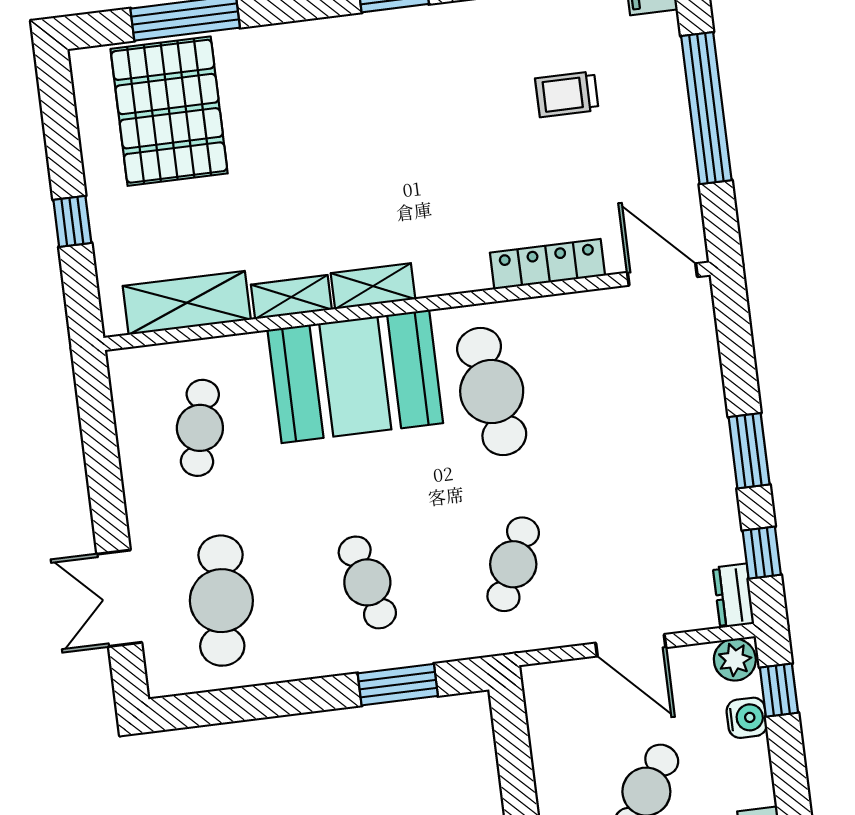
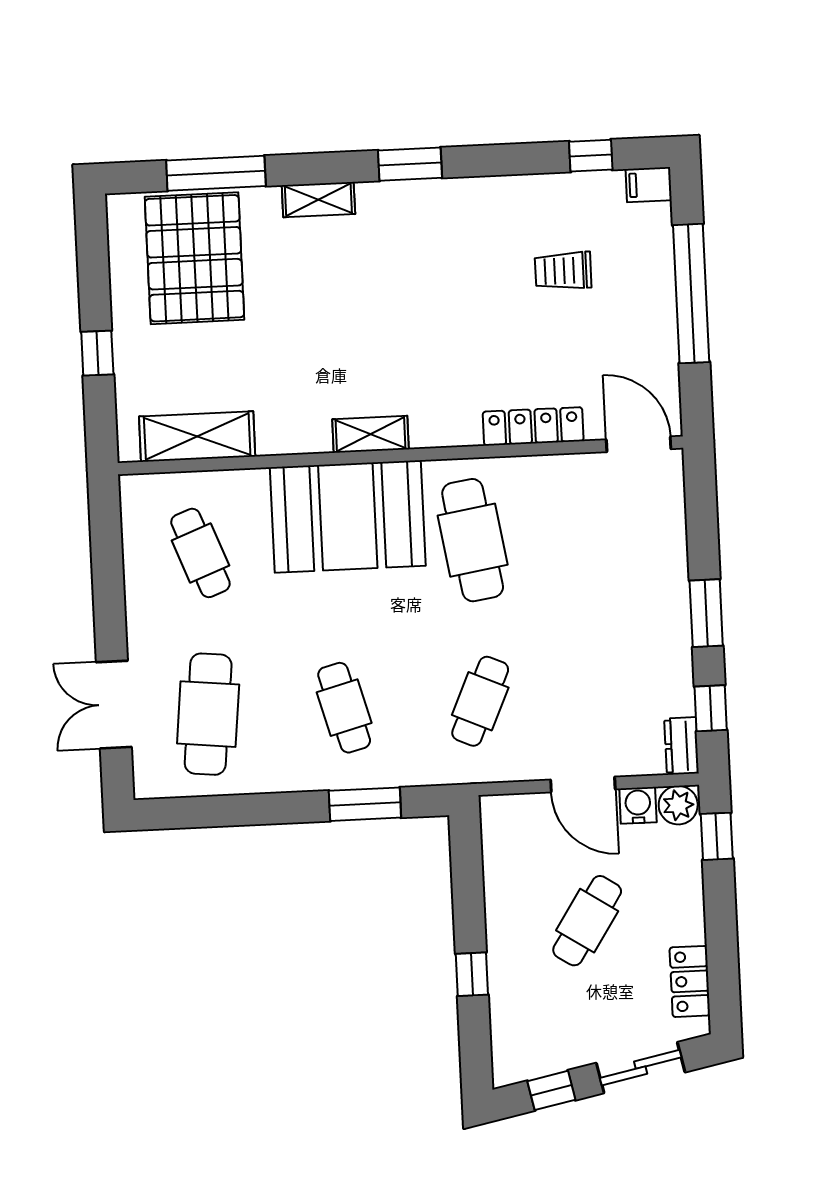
shelving: (291, 297) -> (318, 200), moved
cafe table: (200, 428) -> (200, 553), turned -33
water cooler: (747, 718) -> (638, 805), moved, turned -90

